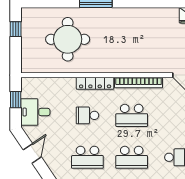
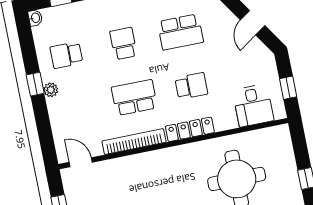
desk: (35, 112) -> (253, 105), moved, turned 90
school desk: (87, 157) -> (180, 32), turned 180
school desk: (132, 157) -> (123, 44), width x0.54

